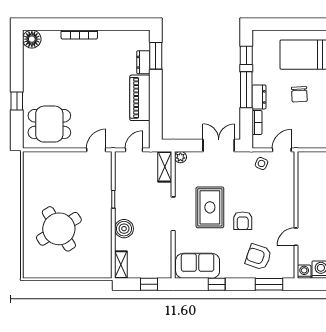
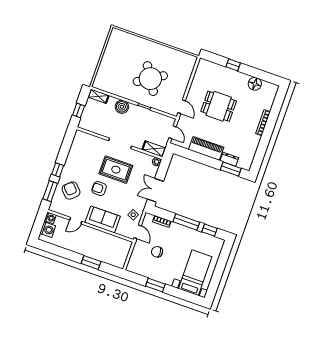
floor lamp: (32, 39) -> (255, 84), moved
chair: (299, 94) -> (157, 252), moved
dresser: (259, 97) -> (179, 229), removed
dining table: (49, 124) -> (219, 106), moved, turned 90
double door: (219, 145) -> (155, 190), swing flipped
round table: (59, 229) -> (150, 79), moved
door: (296, 237) -> (76, 221), swing flipped
armchair: (258, 257) -> (71, 191), turned -62
sofa: (198, 266) -> (103, 219), moved, turned -90
window: (217, 284) -> (58, 170), moved

